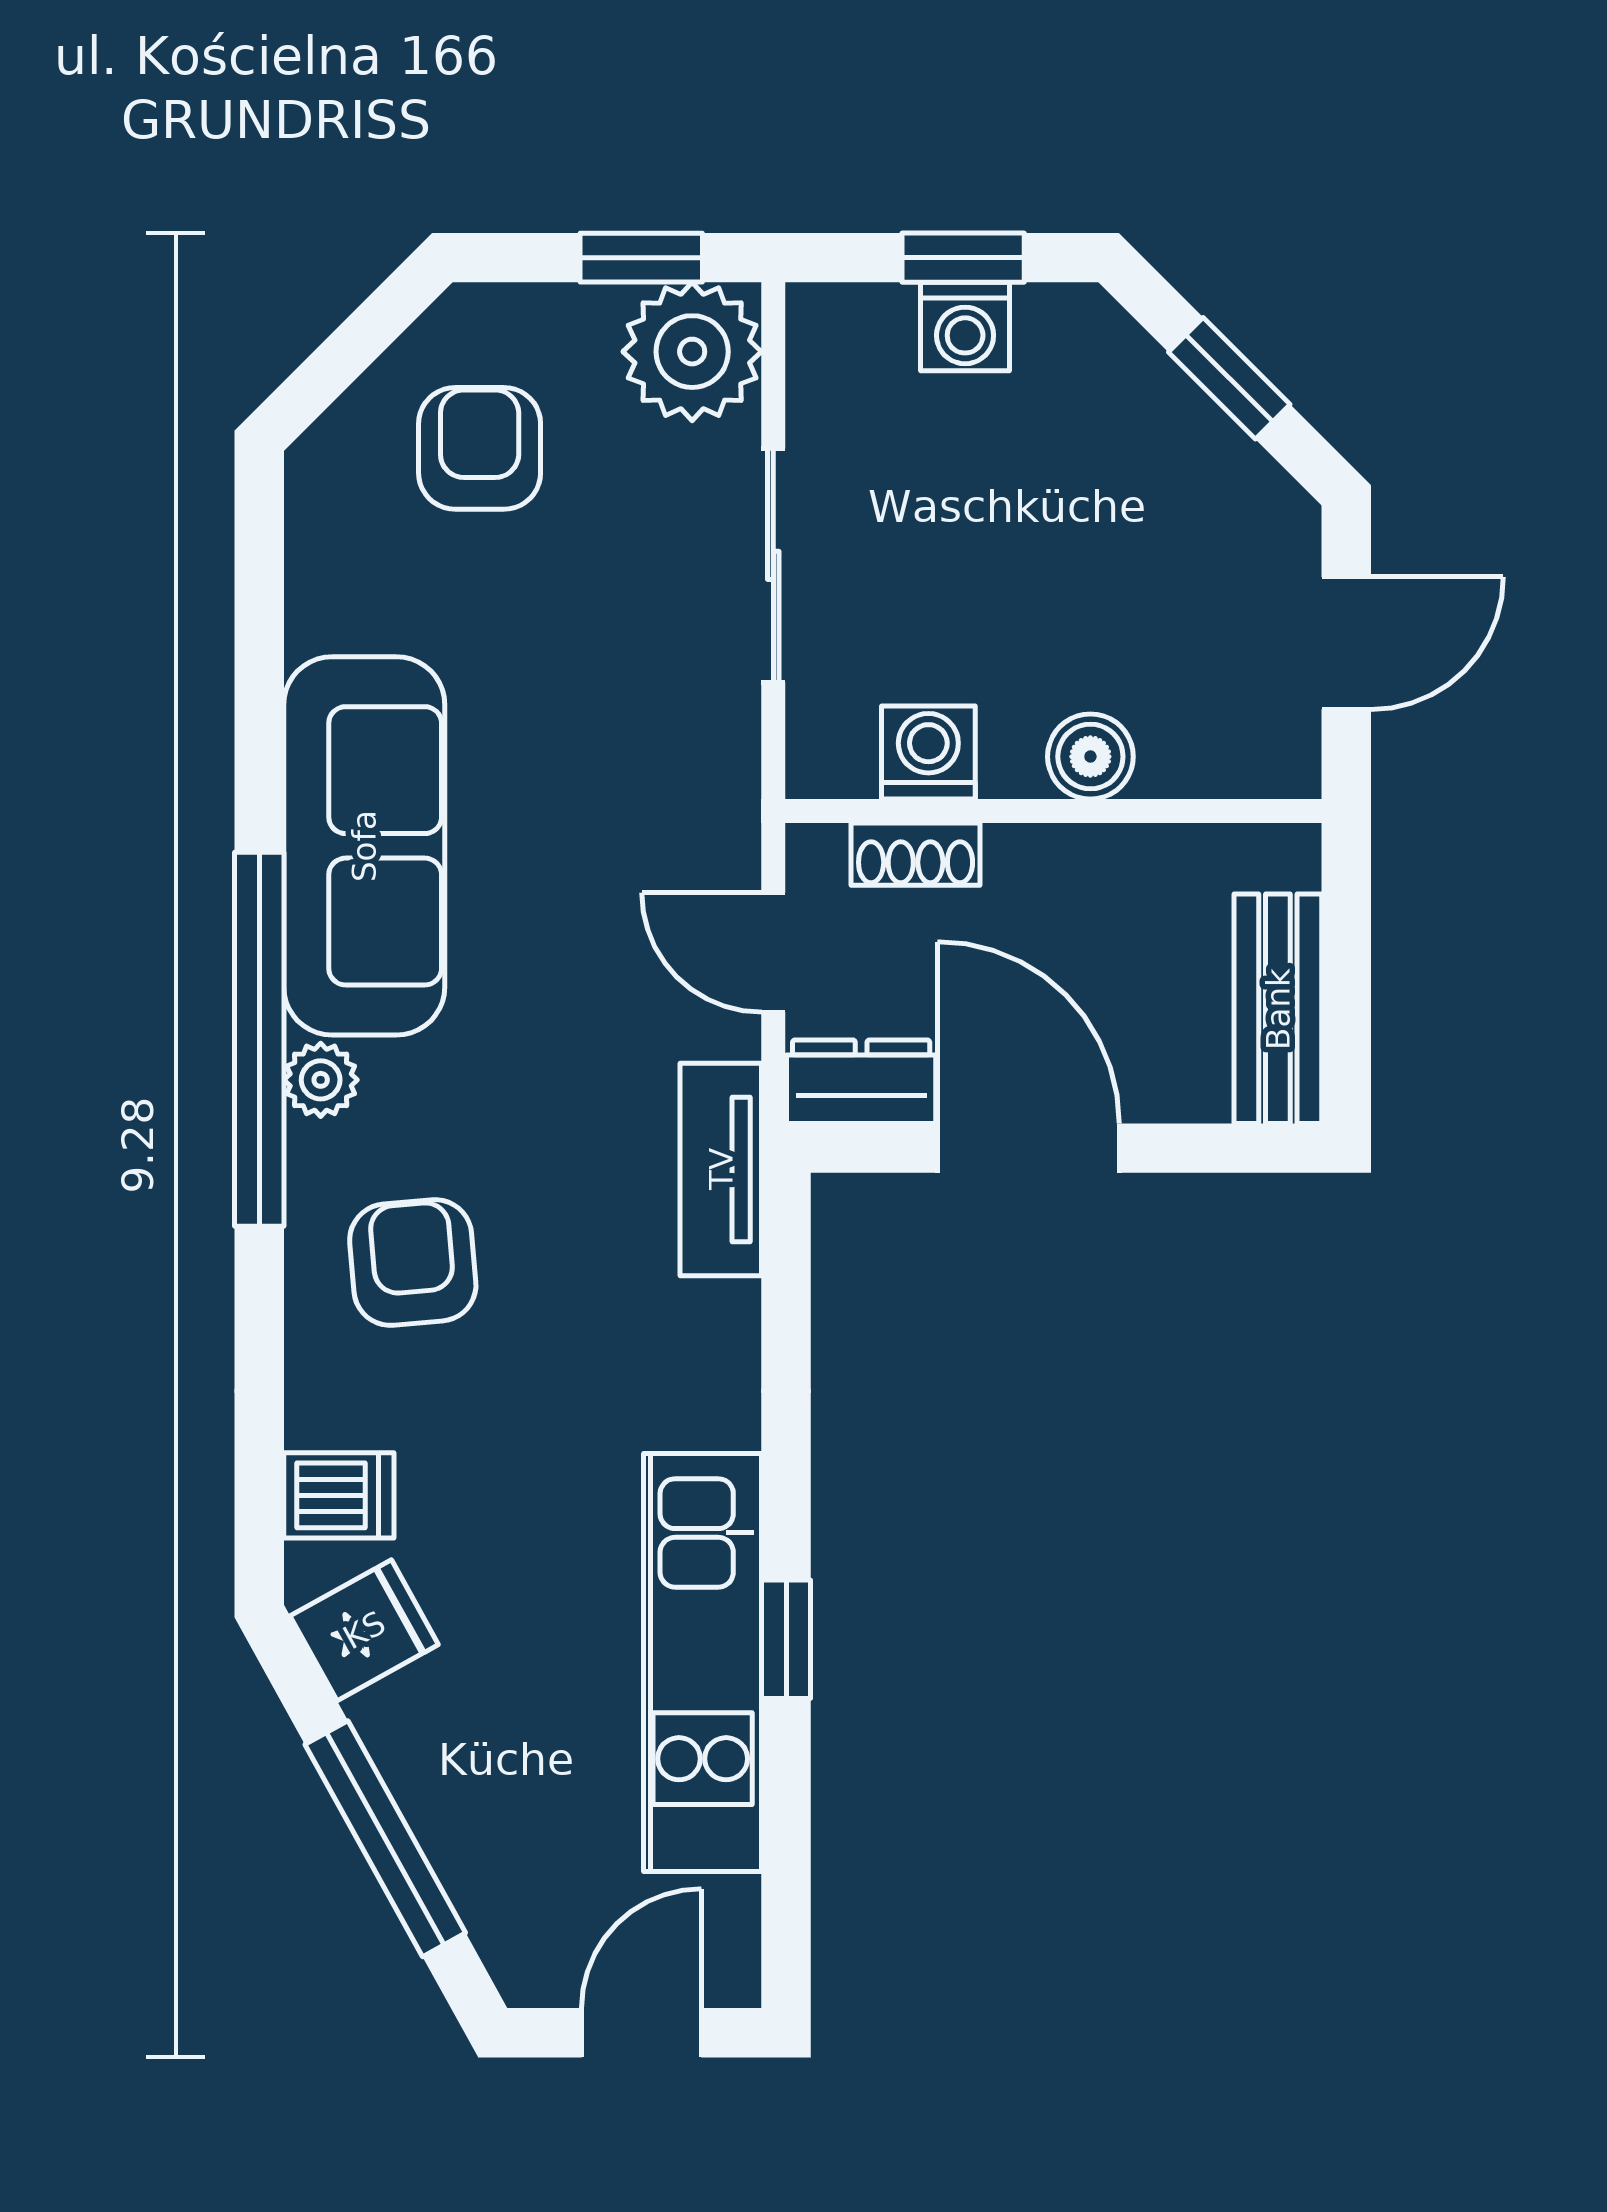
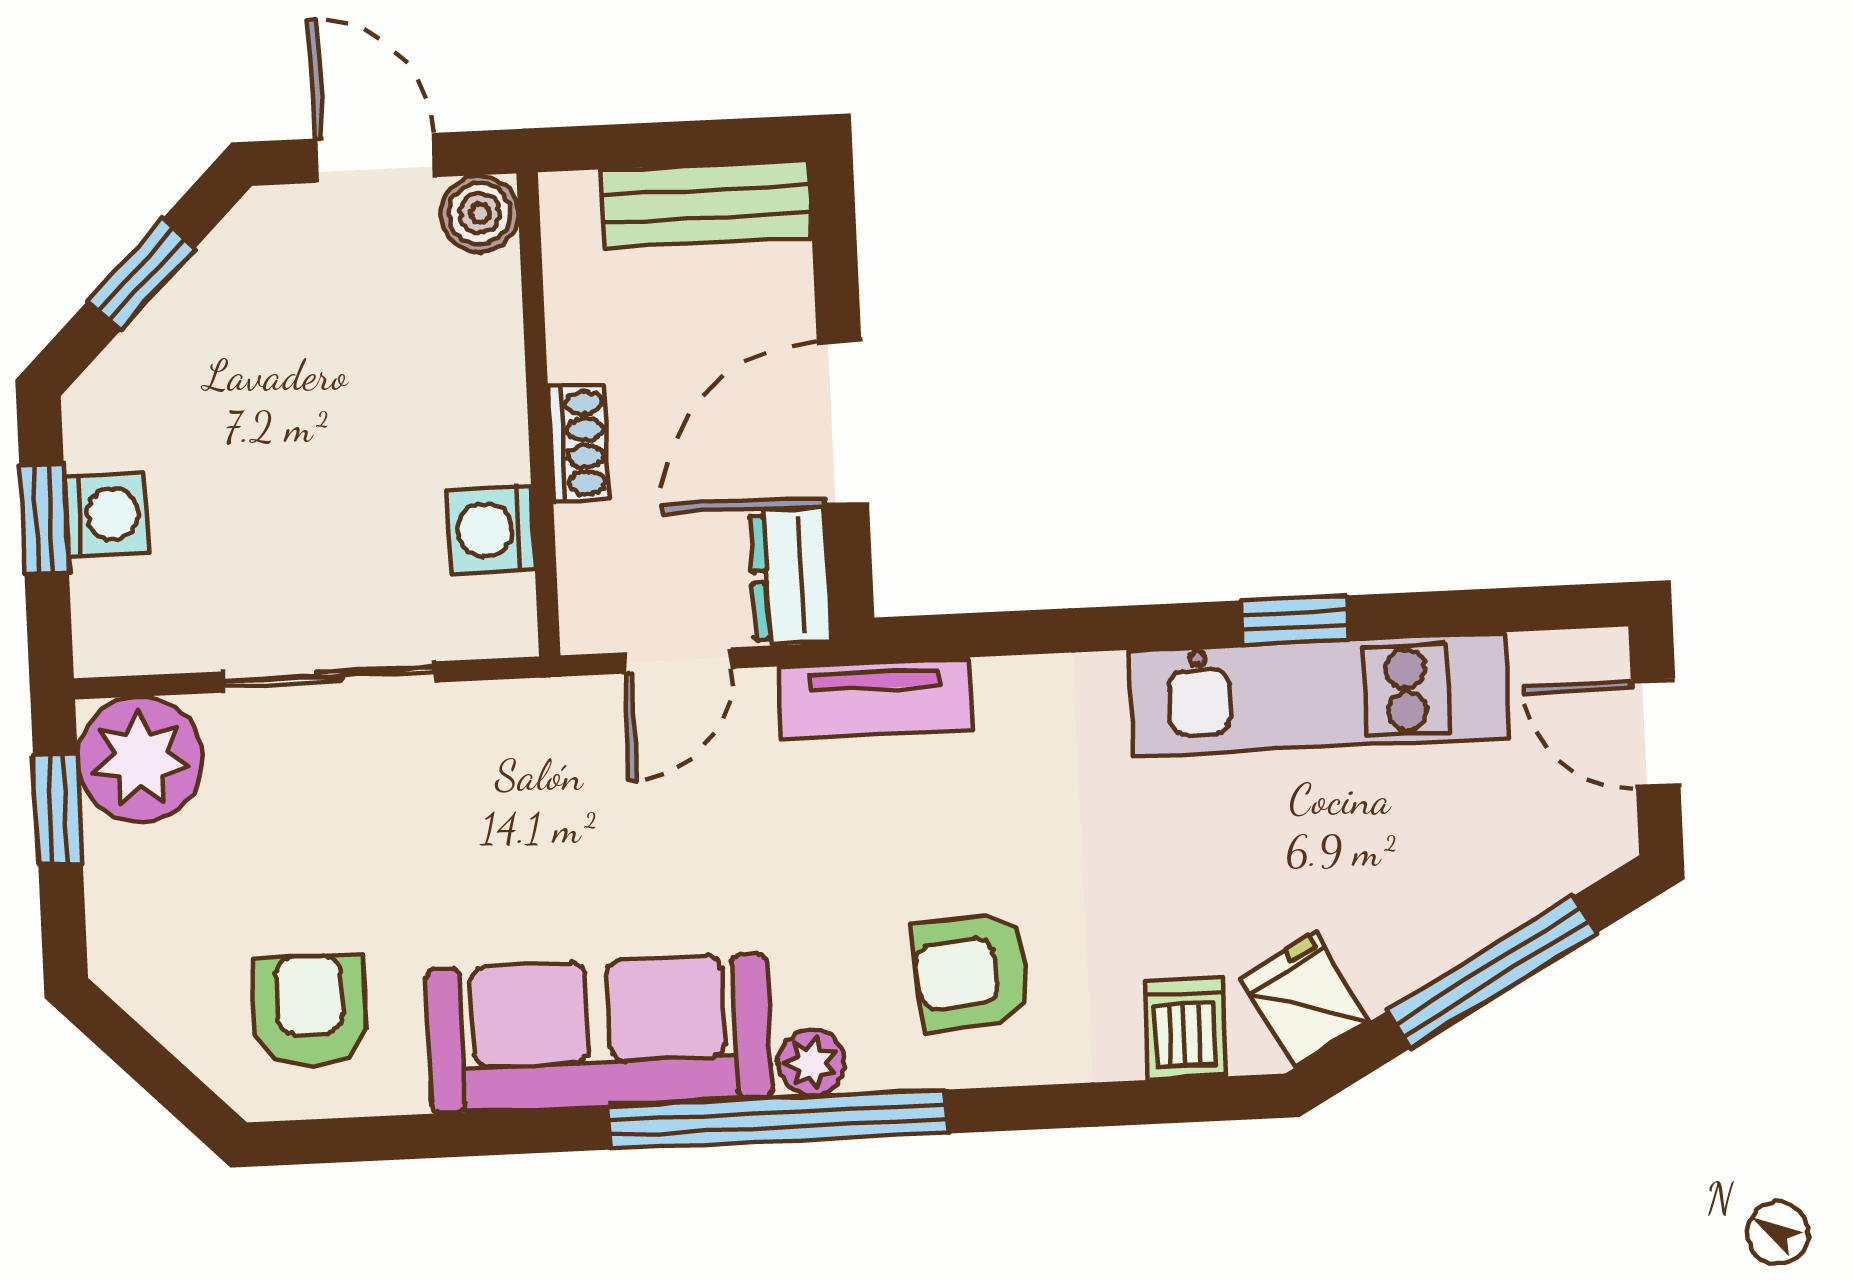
armchair: (480, 448) -> (310, 1011), moved, turned 90
boiler: (1090, 757) -> (480, 214), moved
shoe rack: (916, 854) -> (579, 443), moved

